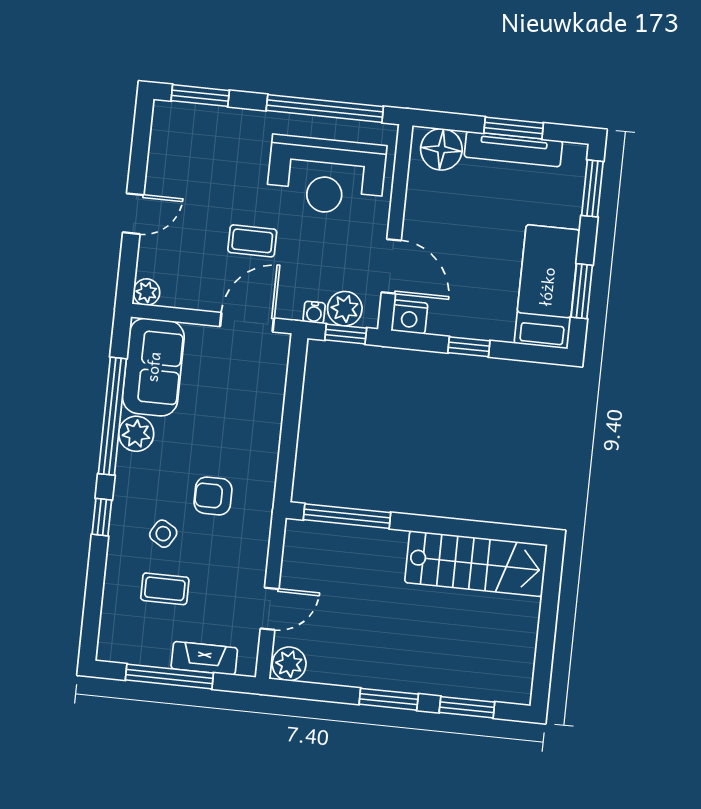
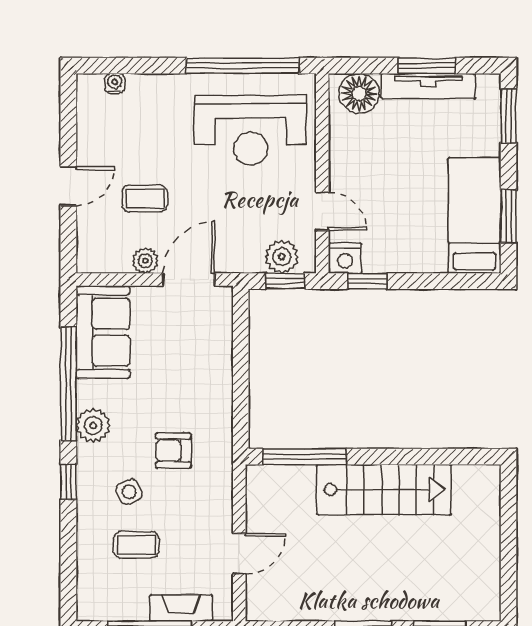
window: (200, 96) -> (121, 66), removed
coffee table: (252, 241) -> (145, 198), moved
door: (391, 266) -> (322, 211), width x0.73
plant: (146, 292) -> (145, 261), moved
water cooler: (314, 312) -> (115, 83), moved, turned 180
window: (469, 347) -> (367, 281), moved
plant: (136, 434) -> (93, 425), moved
side table: (163, 534) -> (129, 492), turned 33
stairs: (476, 564) -> (384, 490), moved
plant: (289, 664) -> (263, 605), removed

